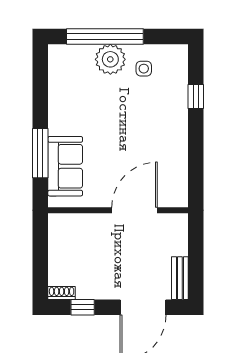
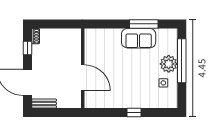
window: (196, 97) -> (134, 113), moved
window: (40, 153) -> (144, 24), moved
sofa: (65, 166) -> (139, 38), moved

